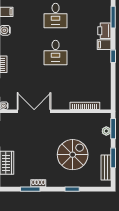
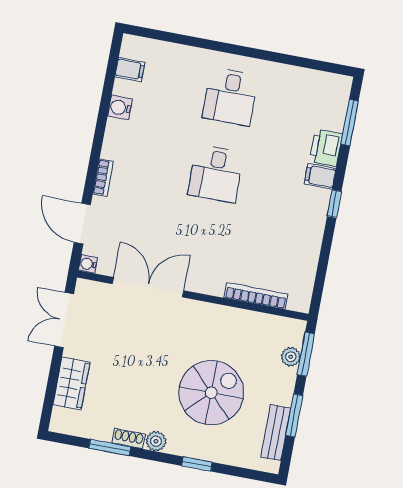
plant: (51, 182) -> (156, 441), added

